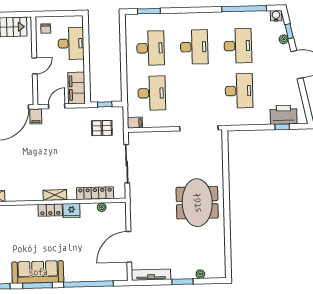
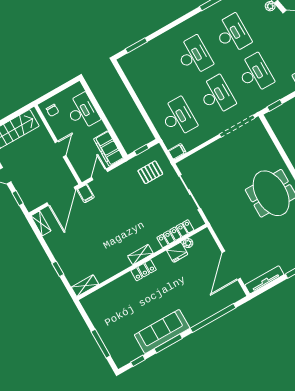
desk: (151, 48) -> (217, 95), moved
window: (241, 128) -> (275, 105), added
fridge: (71, 211) -> (177, 252), moved

